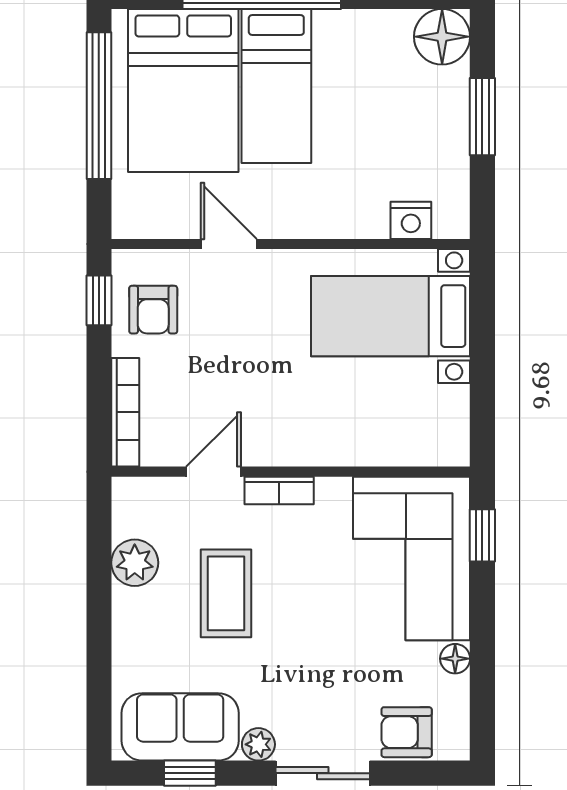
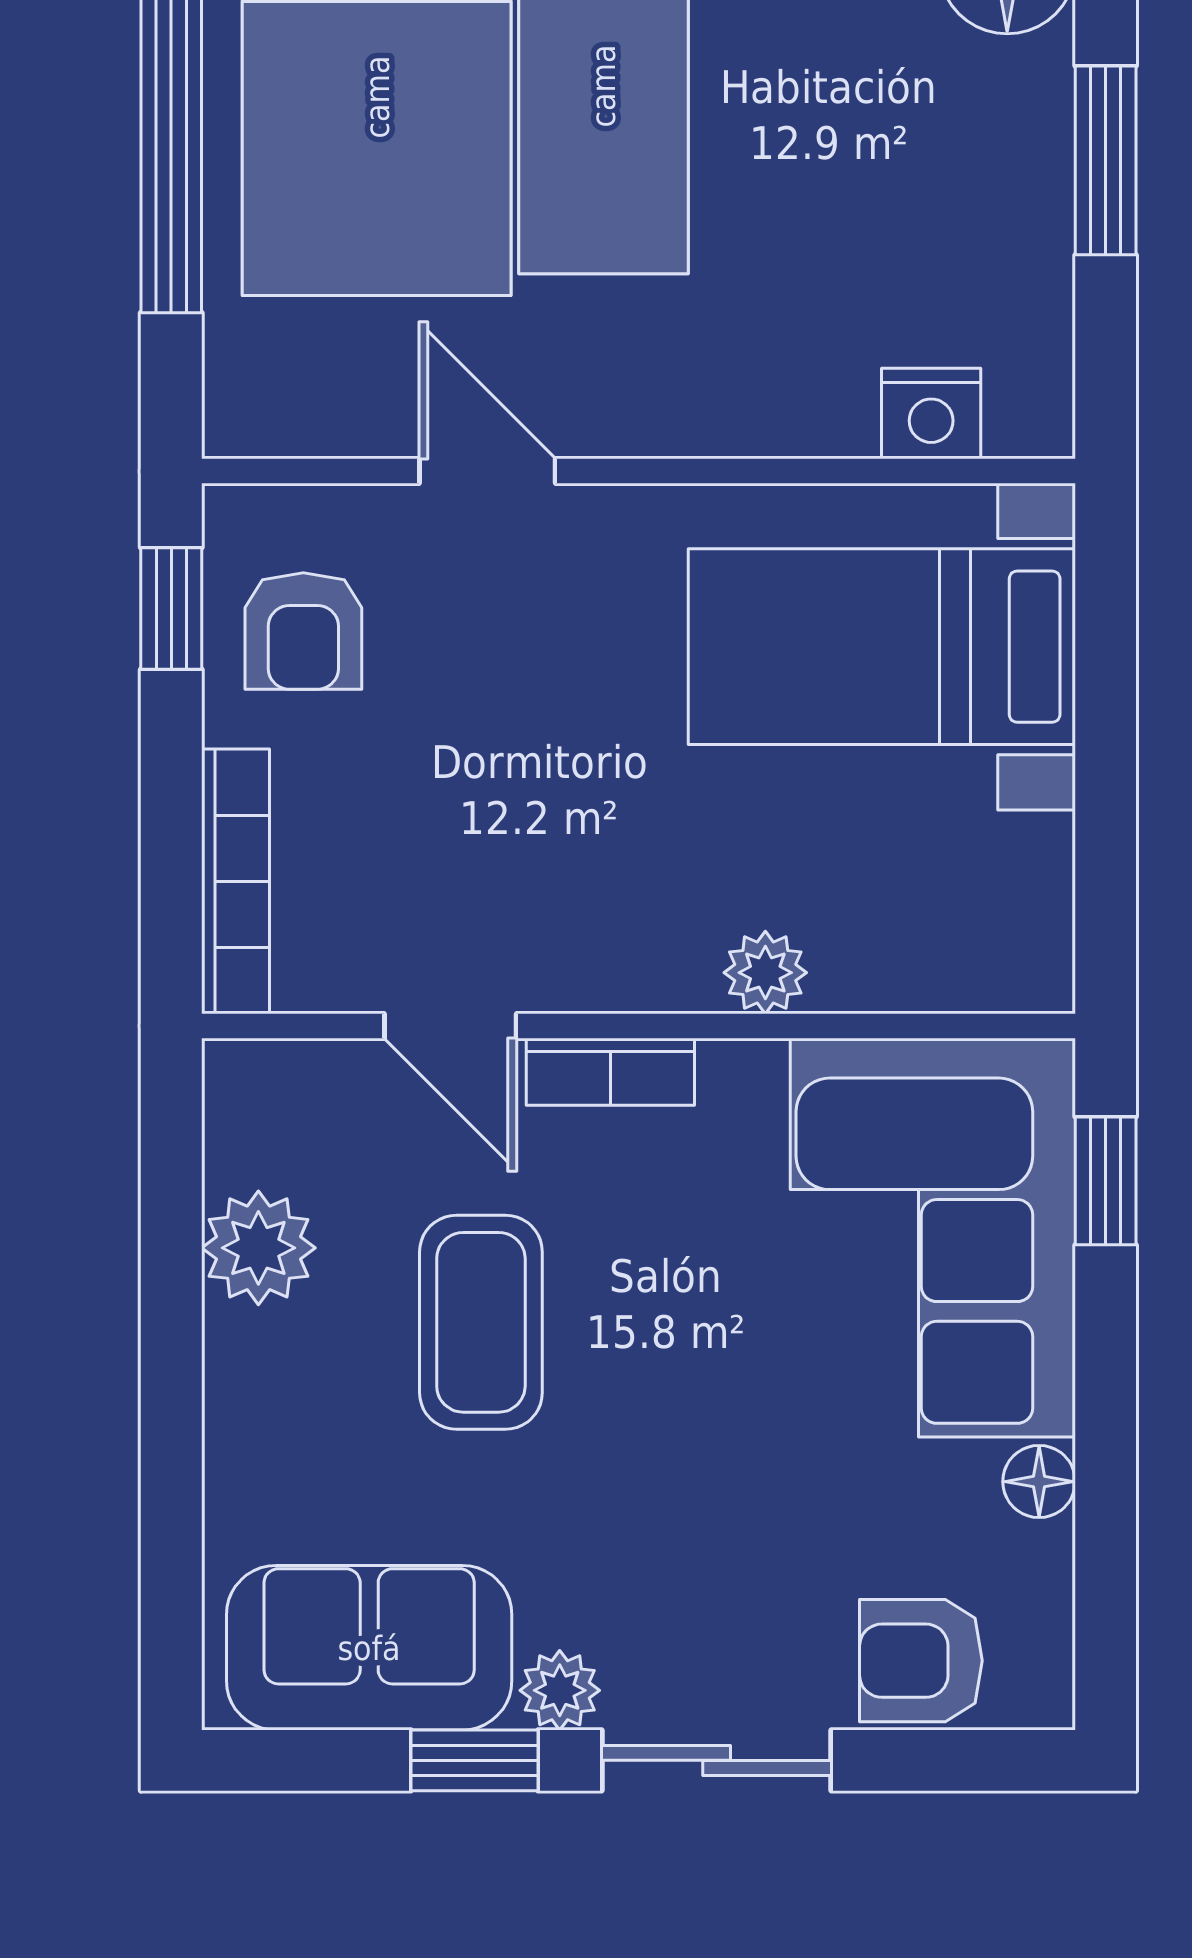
plant: (343, 450) -> (765, 973), added
door: (213, 472) -> (450, 1026), swing flipped
window: (190, 773) -> (475, 1760), moved

